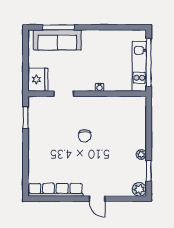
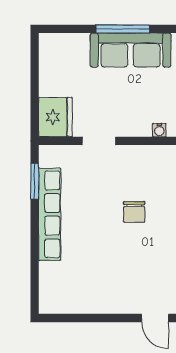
window: (58, 27) -> (123, 29), moved
sofa: (57, 40) -> (131, 50), moved
row of seats: (55, 190) -> (50, 214), moved, turned 90

